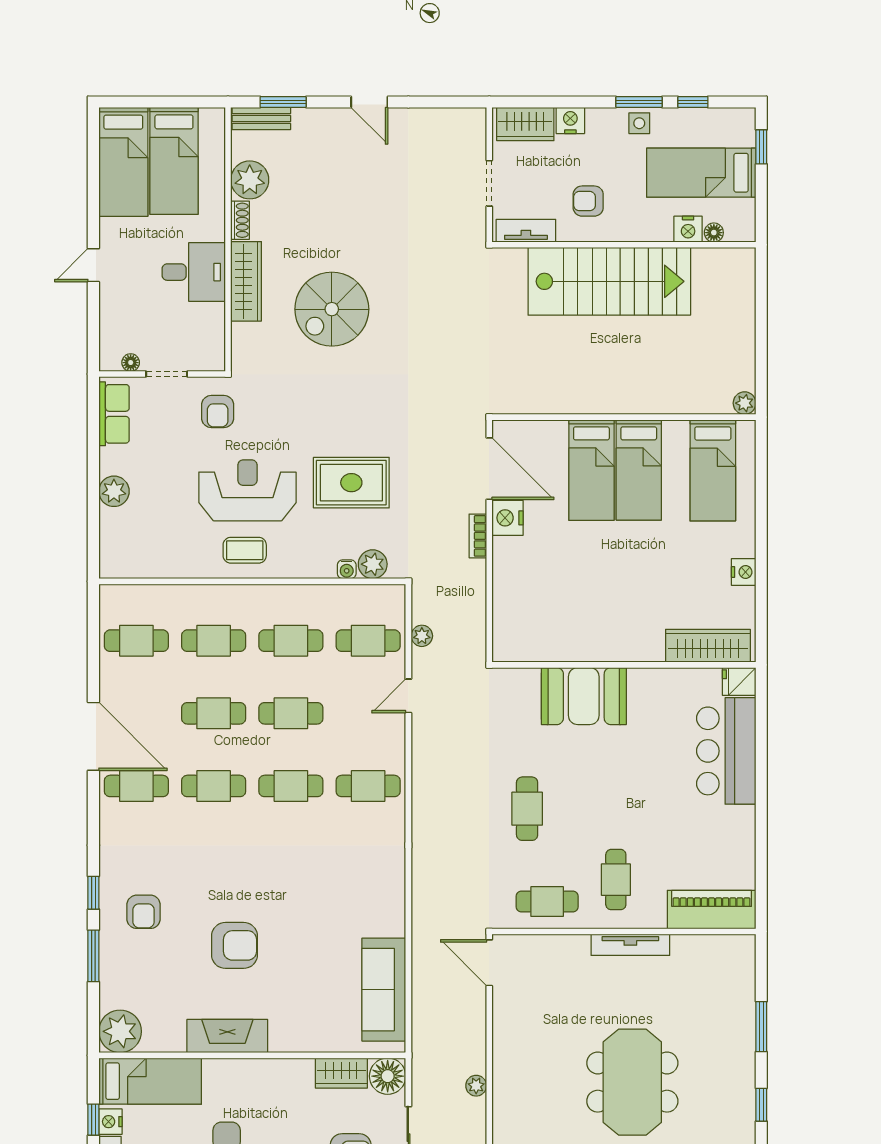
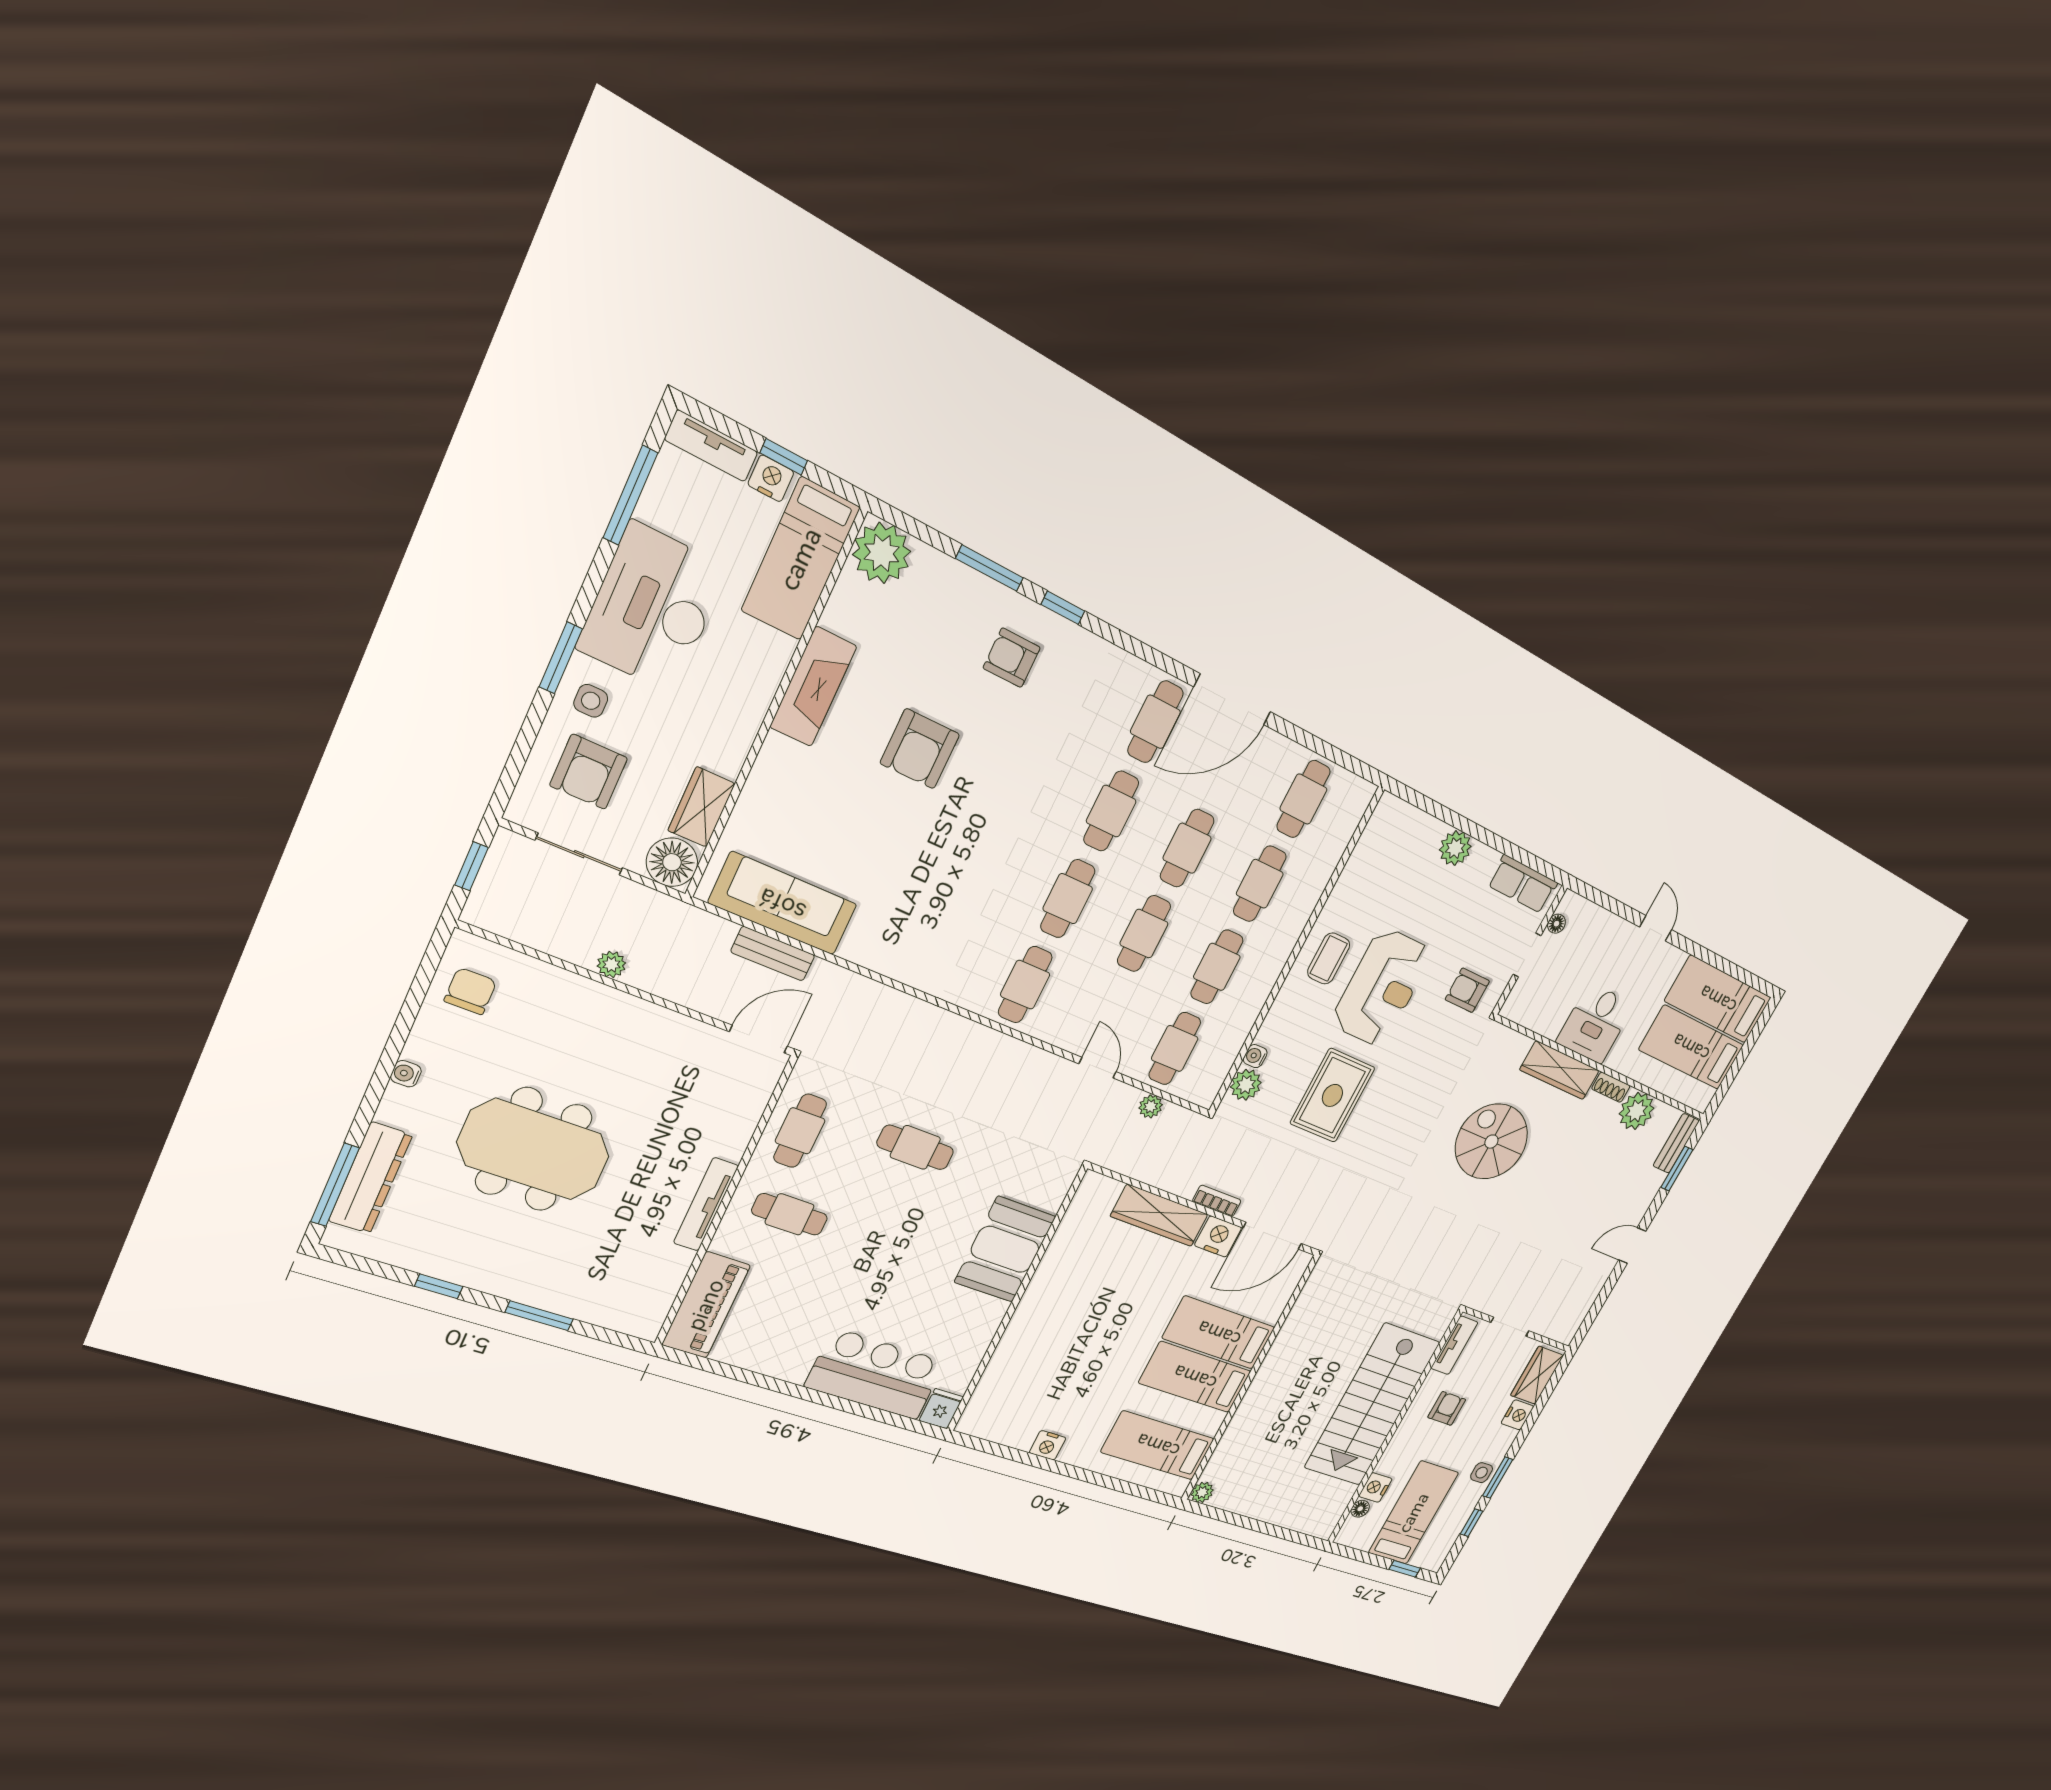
wardrobe: (708, 646) -> (1159, 1215), moved, turned 90
bench: (423, 981) -> (773, 954), added

